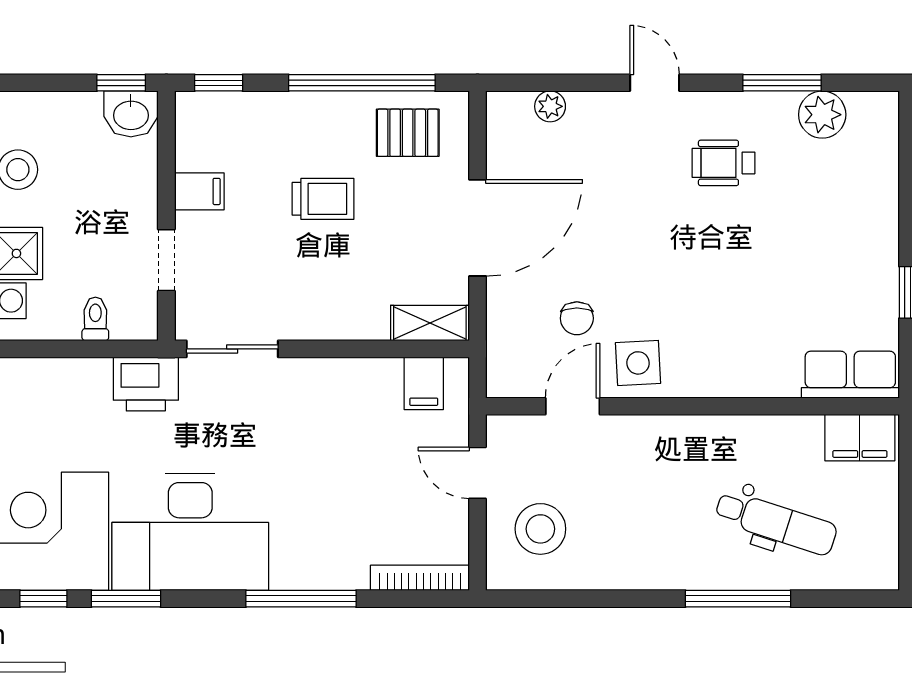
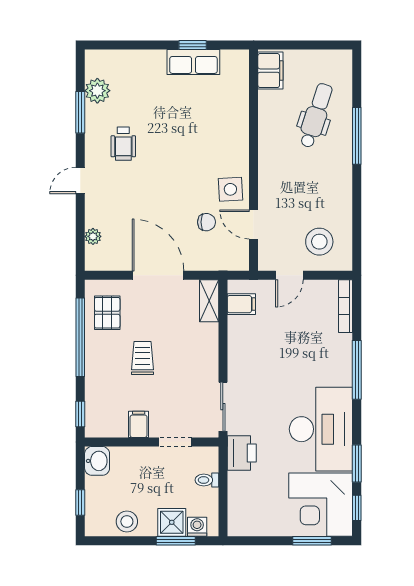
window: (121, 83) -> (80, 502), moved
row of seats: (850, 375) -> (193, 62), moved, turned -90

